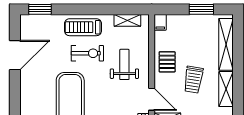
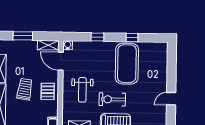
door: (15, 55) -> (171, 99), width x0.53
trolley: (193, 80) -> (25, 89), moved

